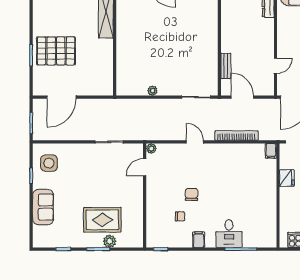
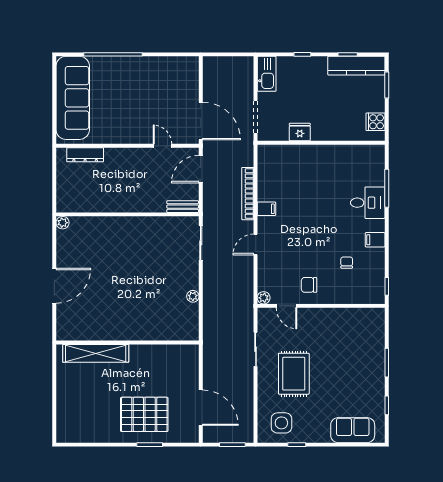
pallet: (56, 51) -> (144, 414), turned 90
bench: (226, 66) -> (183, 207), moved
door: (242, 97) -> (201, 169), moved
filing cabinet: (271, 151) -> (266, 209), moved
chair: (192, 194) -> (309, 285), moved
sofa: (43, 207) -> (353, 430), moved
rug: (102, 220) -> (294, 374), moved
plant: (110, 241) -> (377, 349), removed

